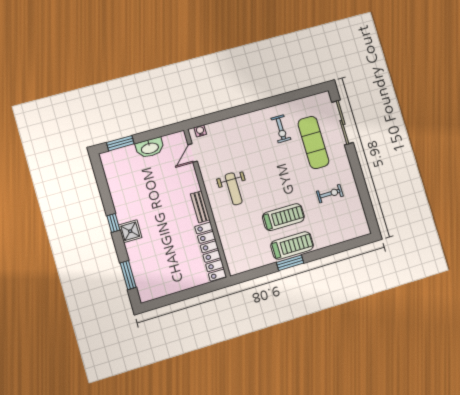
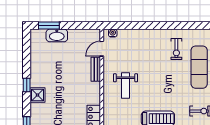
washbasin: (150, 148) -> (57, 35), moved
bench: (200, 207) -> (96, 69), moved

